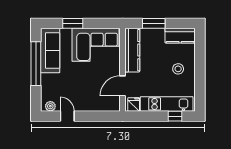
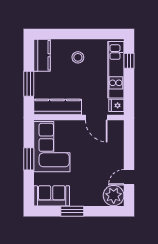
window: (73, 23) -> (29, 159), moved
sofa: (50, 51) -> (52, 196), width x0.73
window: (36, 64) -> (72, 211), width x0.47
plant: (50, 106) -> (114, 196), width x1.88, depth x1.88

